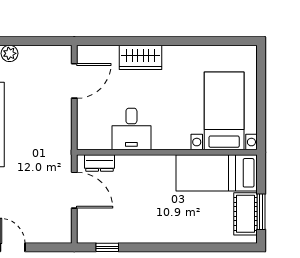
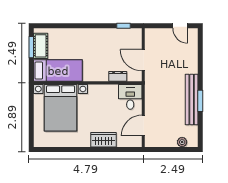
bed with nightstands: (224, 111) -> (61, 108), width x1.36
desk: (131, 129) -> (130, 97), moved
dresser: (99, 163) -> (118, 76), moved

